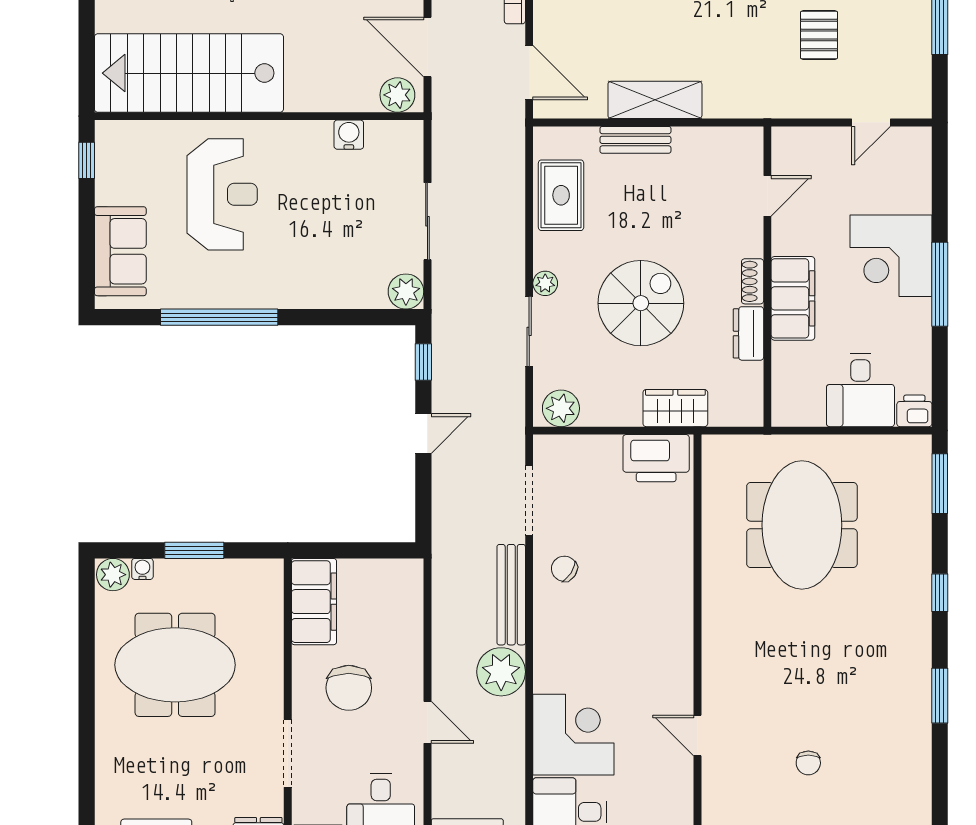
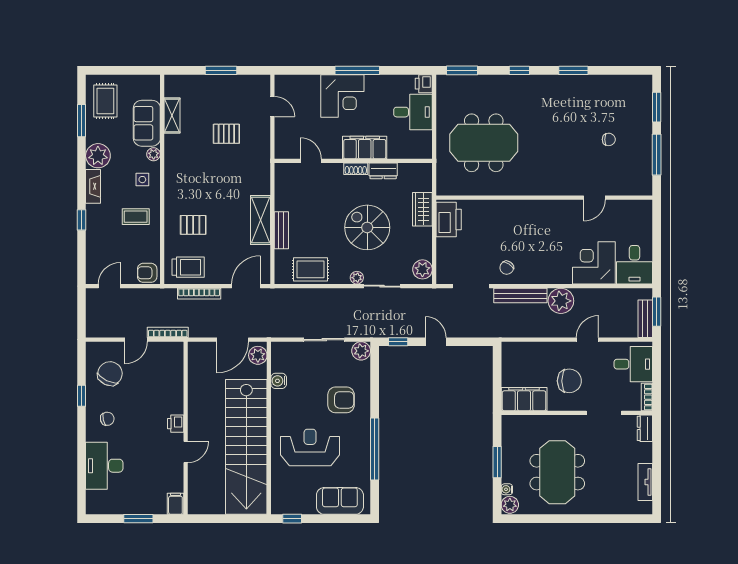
stairs: (189, 73) -> (246, 447), width x1.36
armchair: (313, 253) -> (341, 400), added

